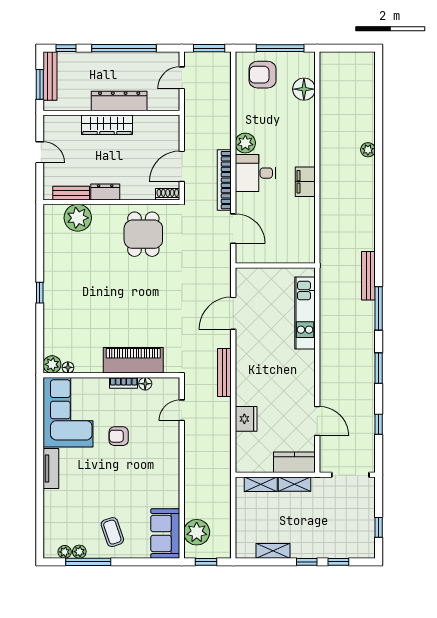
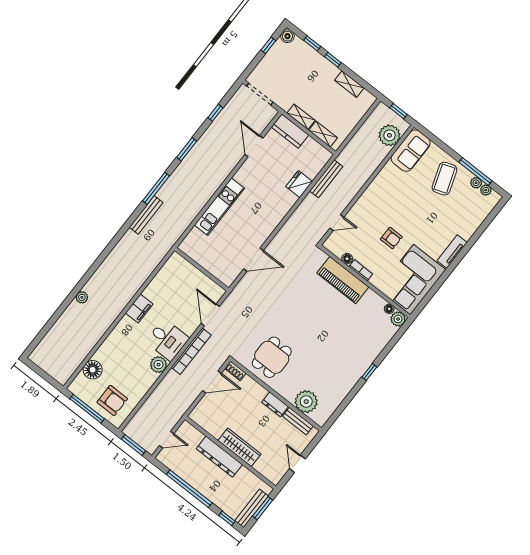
kitchen unit: (305, 313) -> (219, 207), moved
bench: (224, 373) -> (326, 179), moved
coffee table: (112, 532) -> (444, 179), width x1.36, depth x1.30
boiler: (367, 550) -> (287, 36), added

